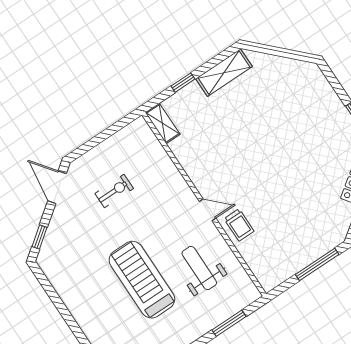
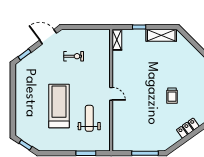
door: (57, 187) -> (48, 37), hinge flipped
trolley: (239, 225) -> (172, 96), moved

